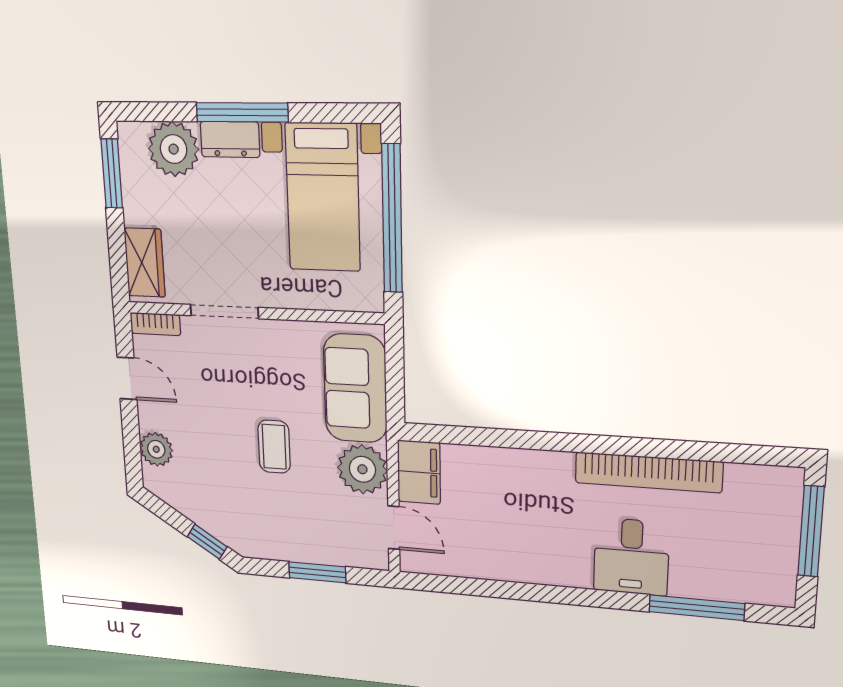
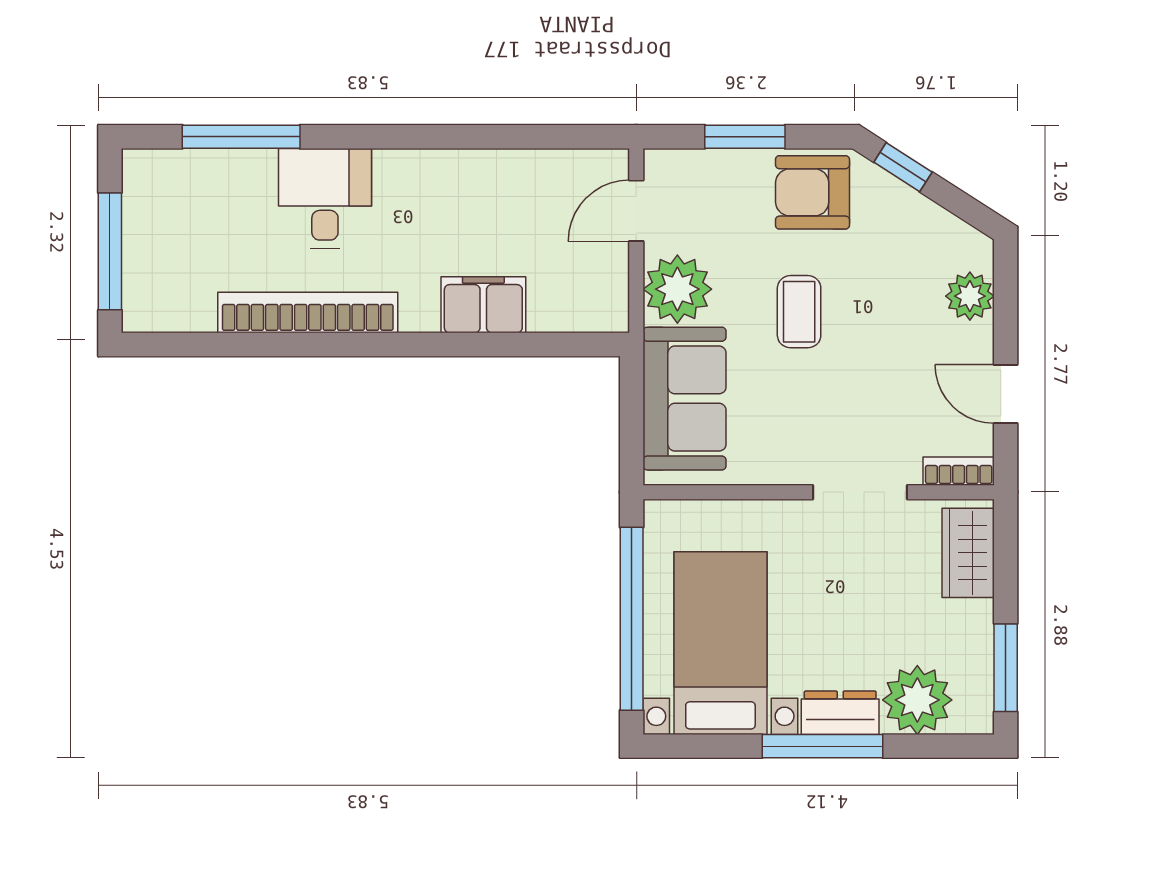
filing cabinet: (419, 472) -> (483, 305), moved, turned 90
door: (394, 528) -> (636, 211), hinge flipped
armchair: (268, 530) -> (812, 192), added

